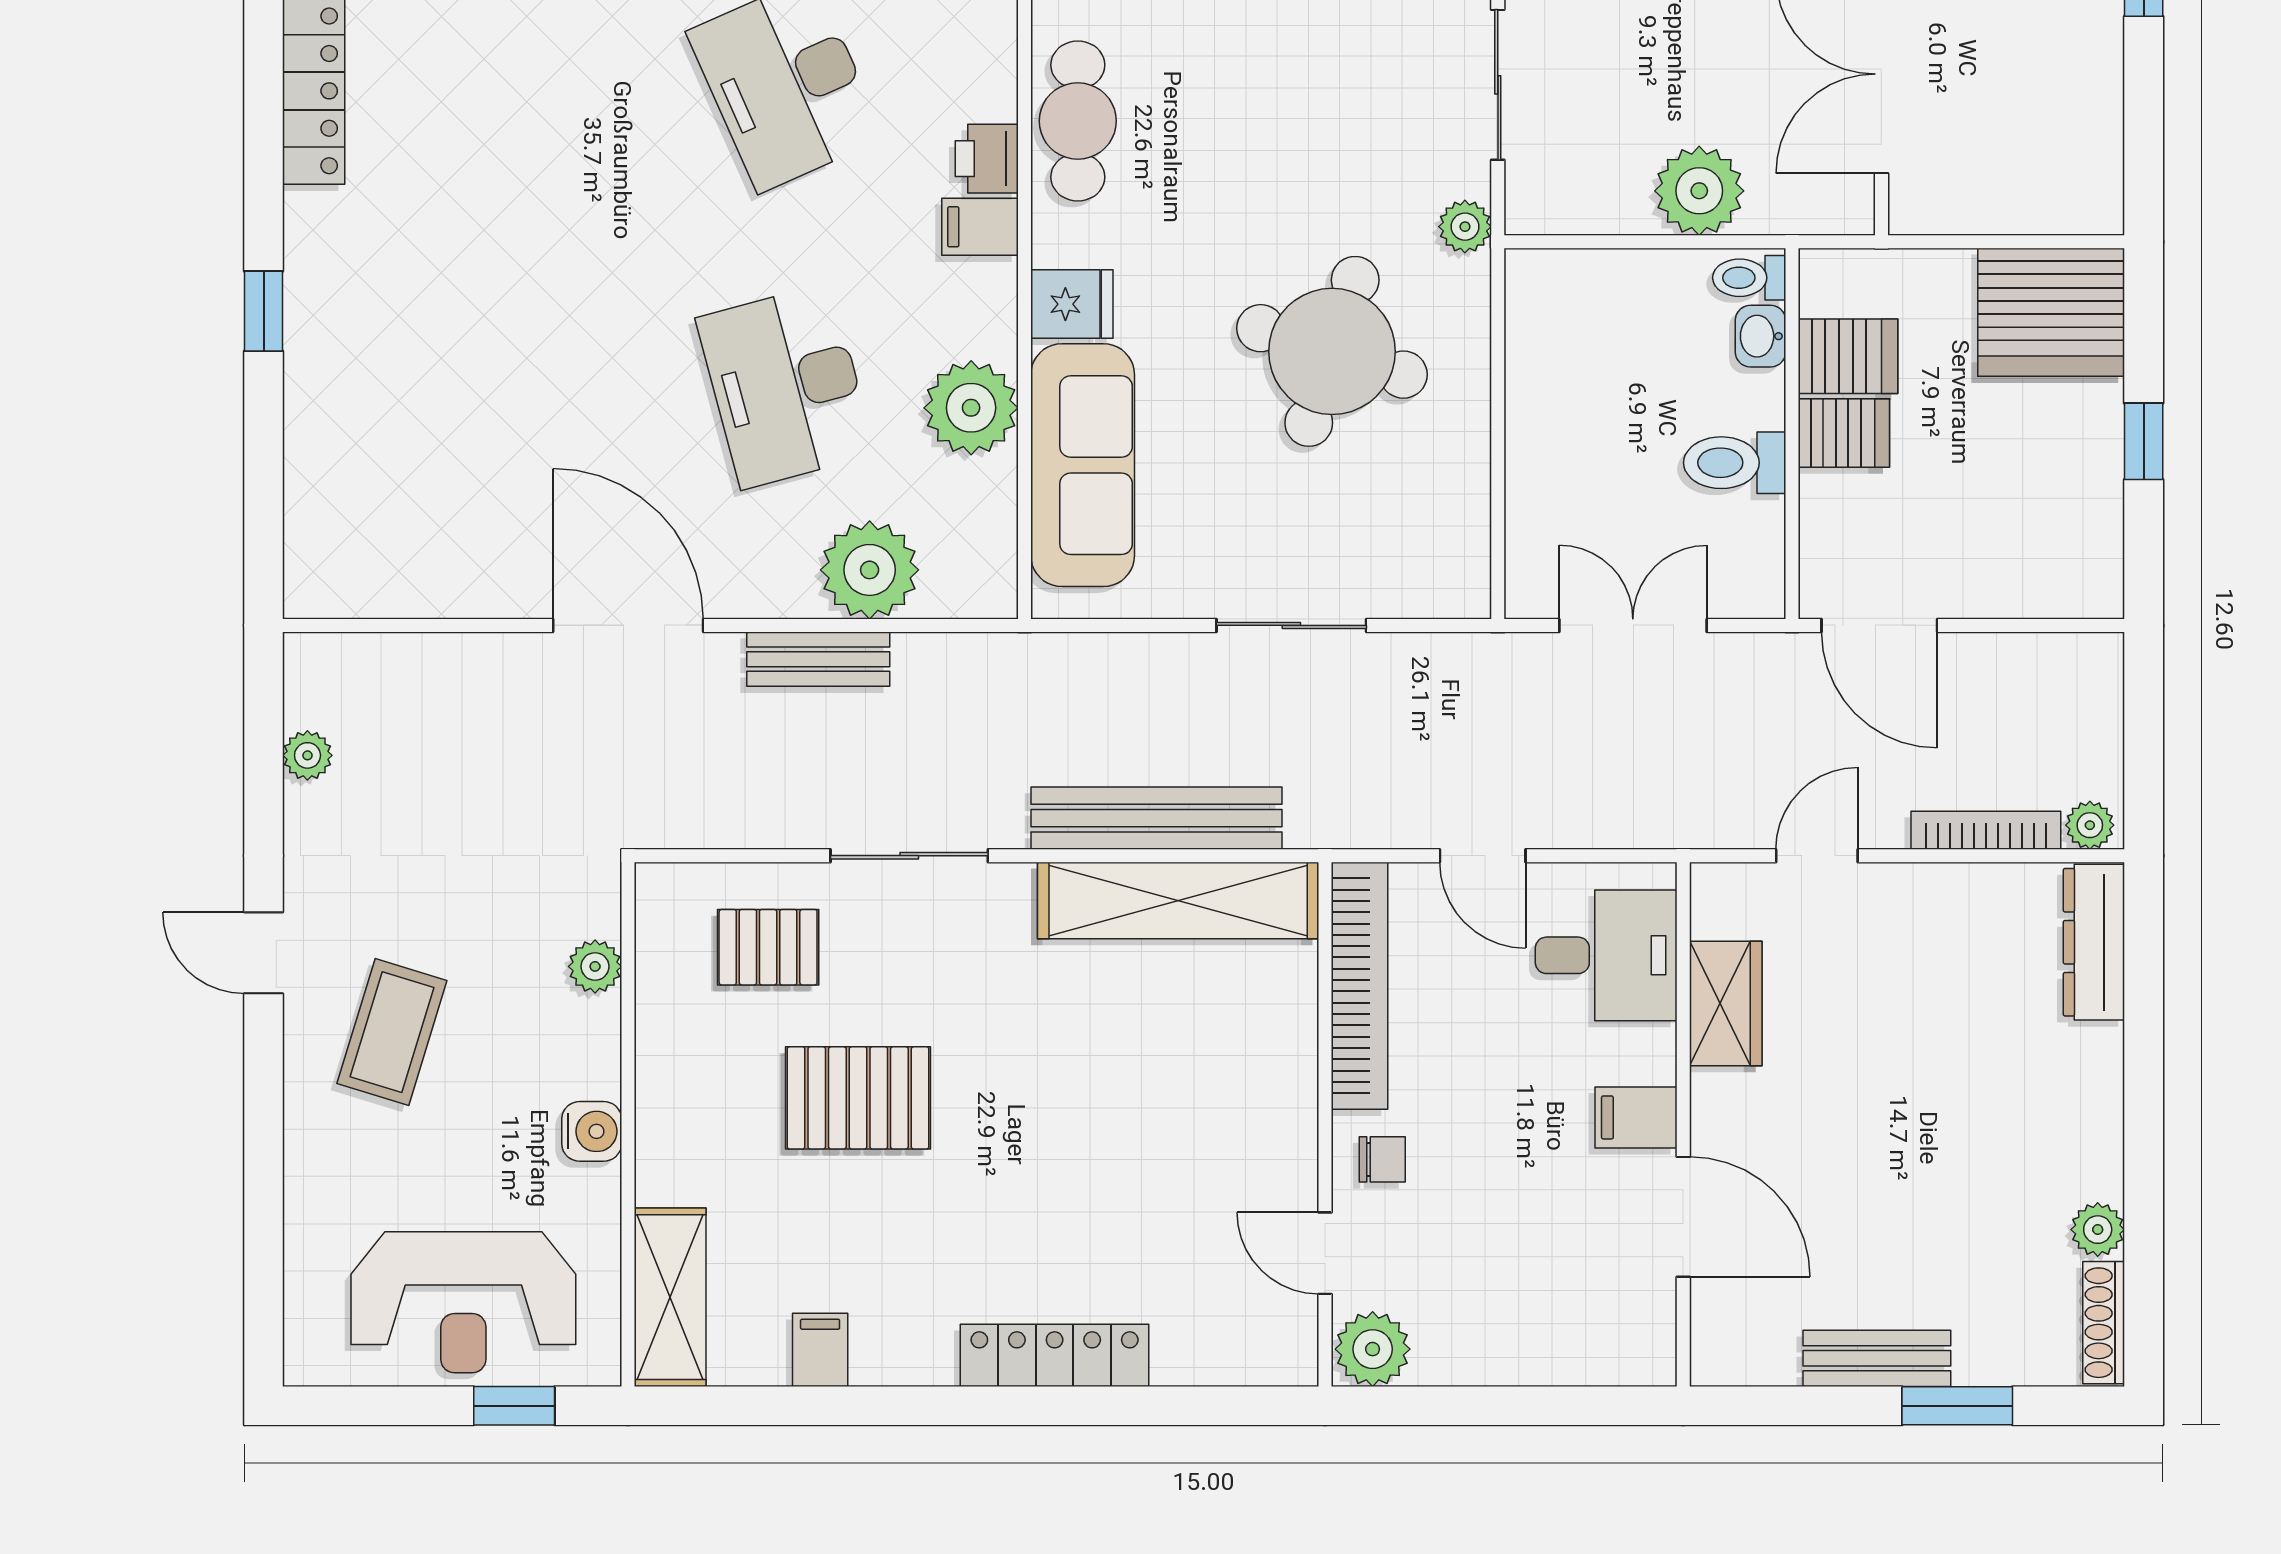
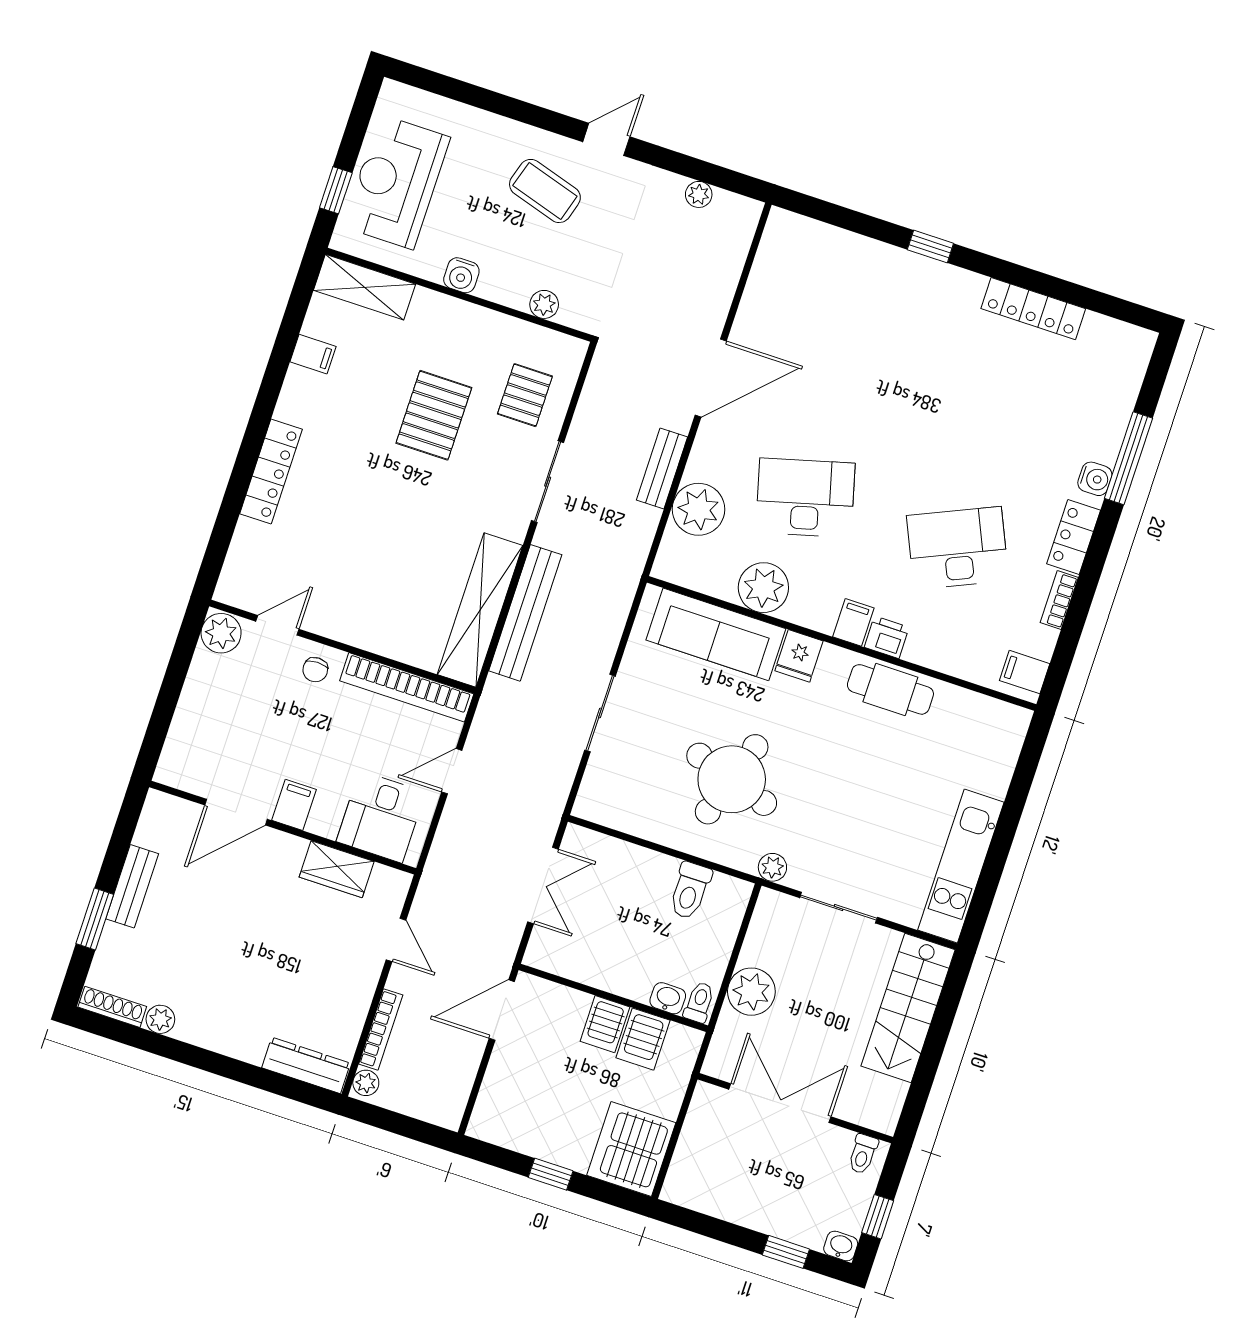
toilet: (1735, 463) -> (690, 891), moved, turned 180

